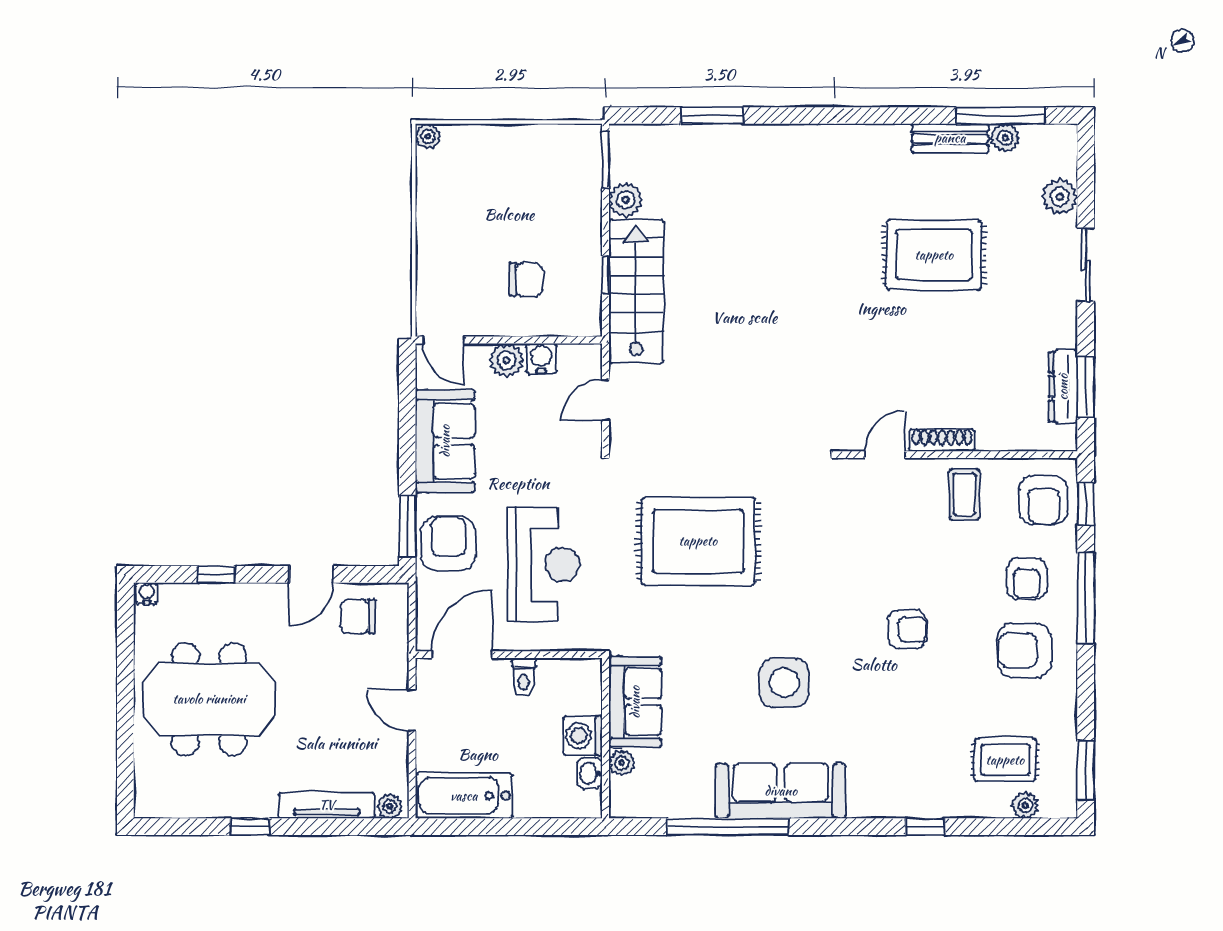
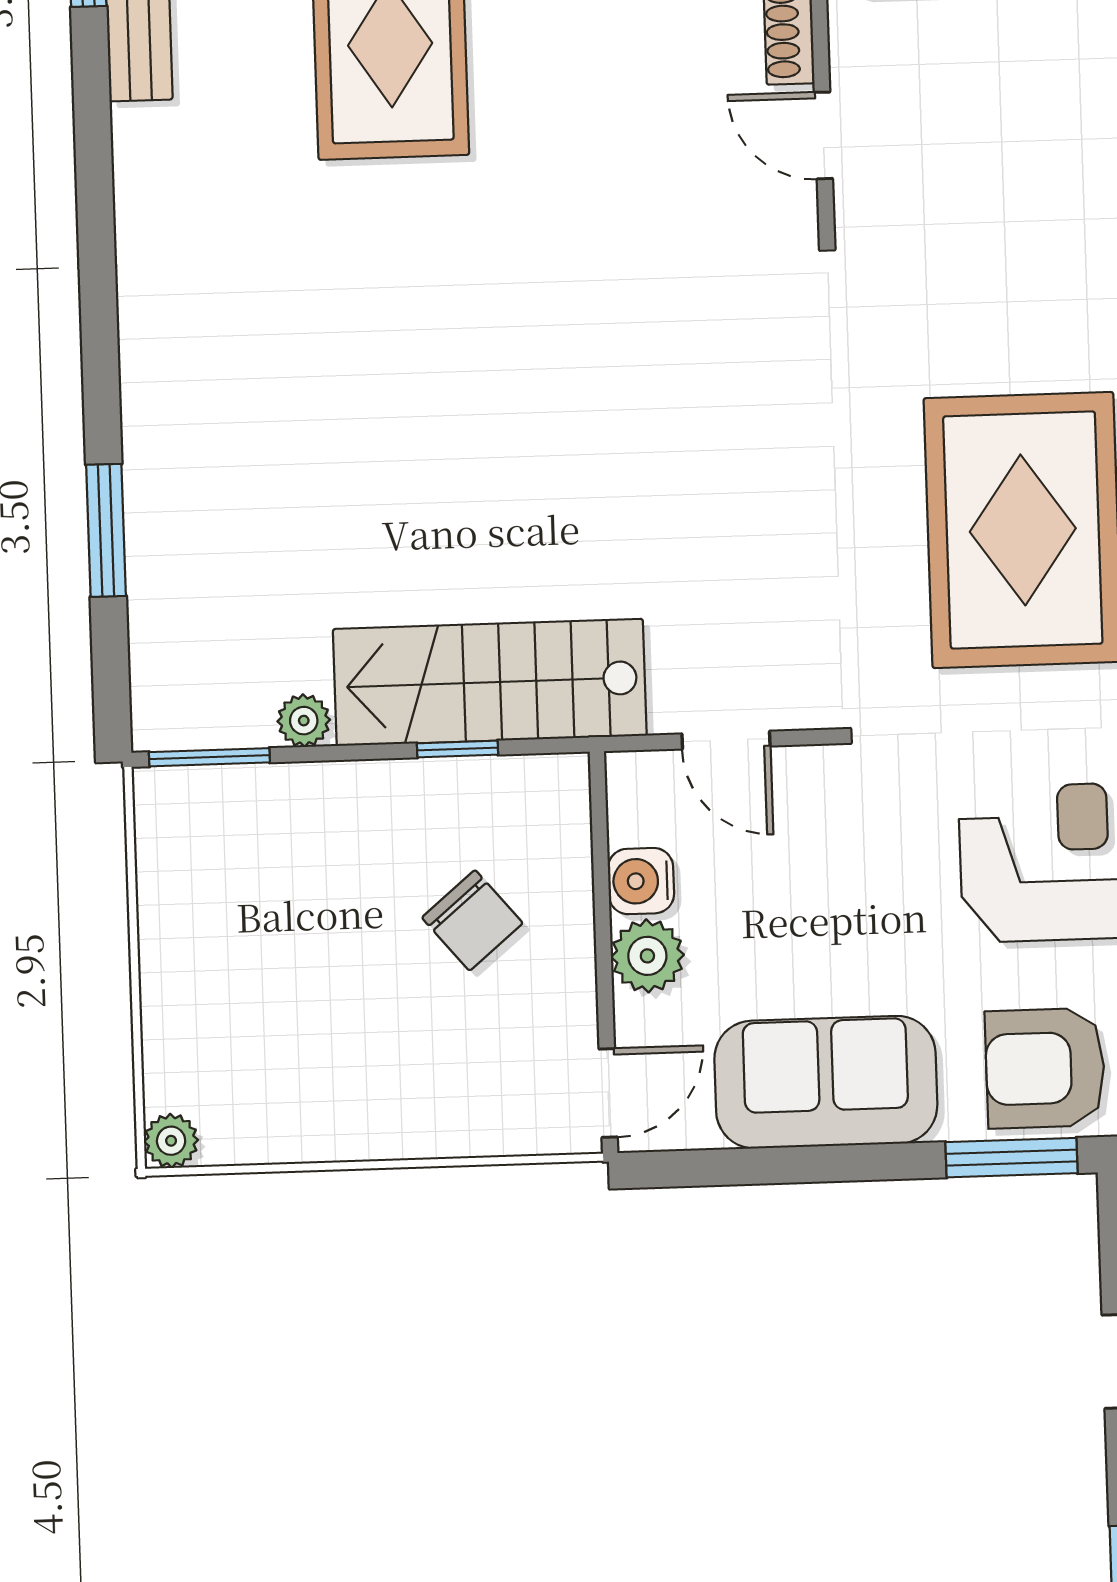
plant: (626, 200) -> (304, 721), width x0.73, depth x0.73
chair: (526, 280) -> (472, 920), turned 140

